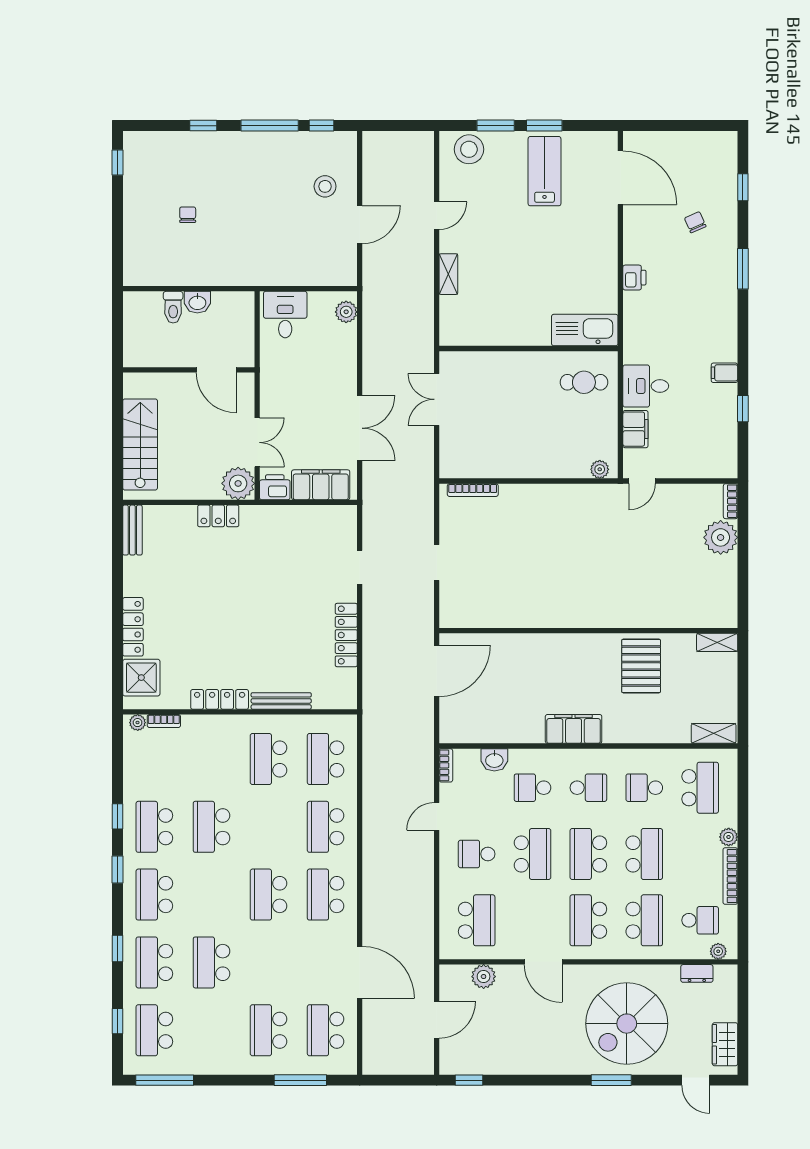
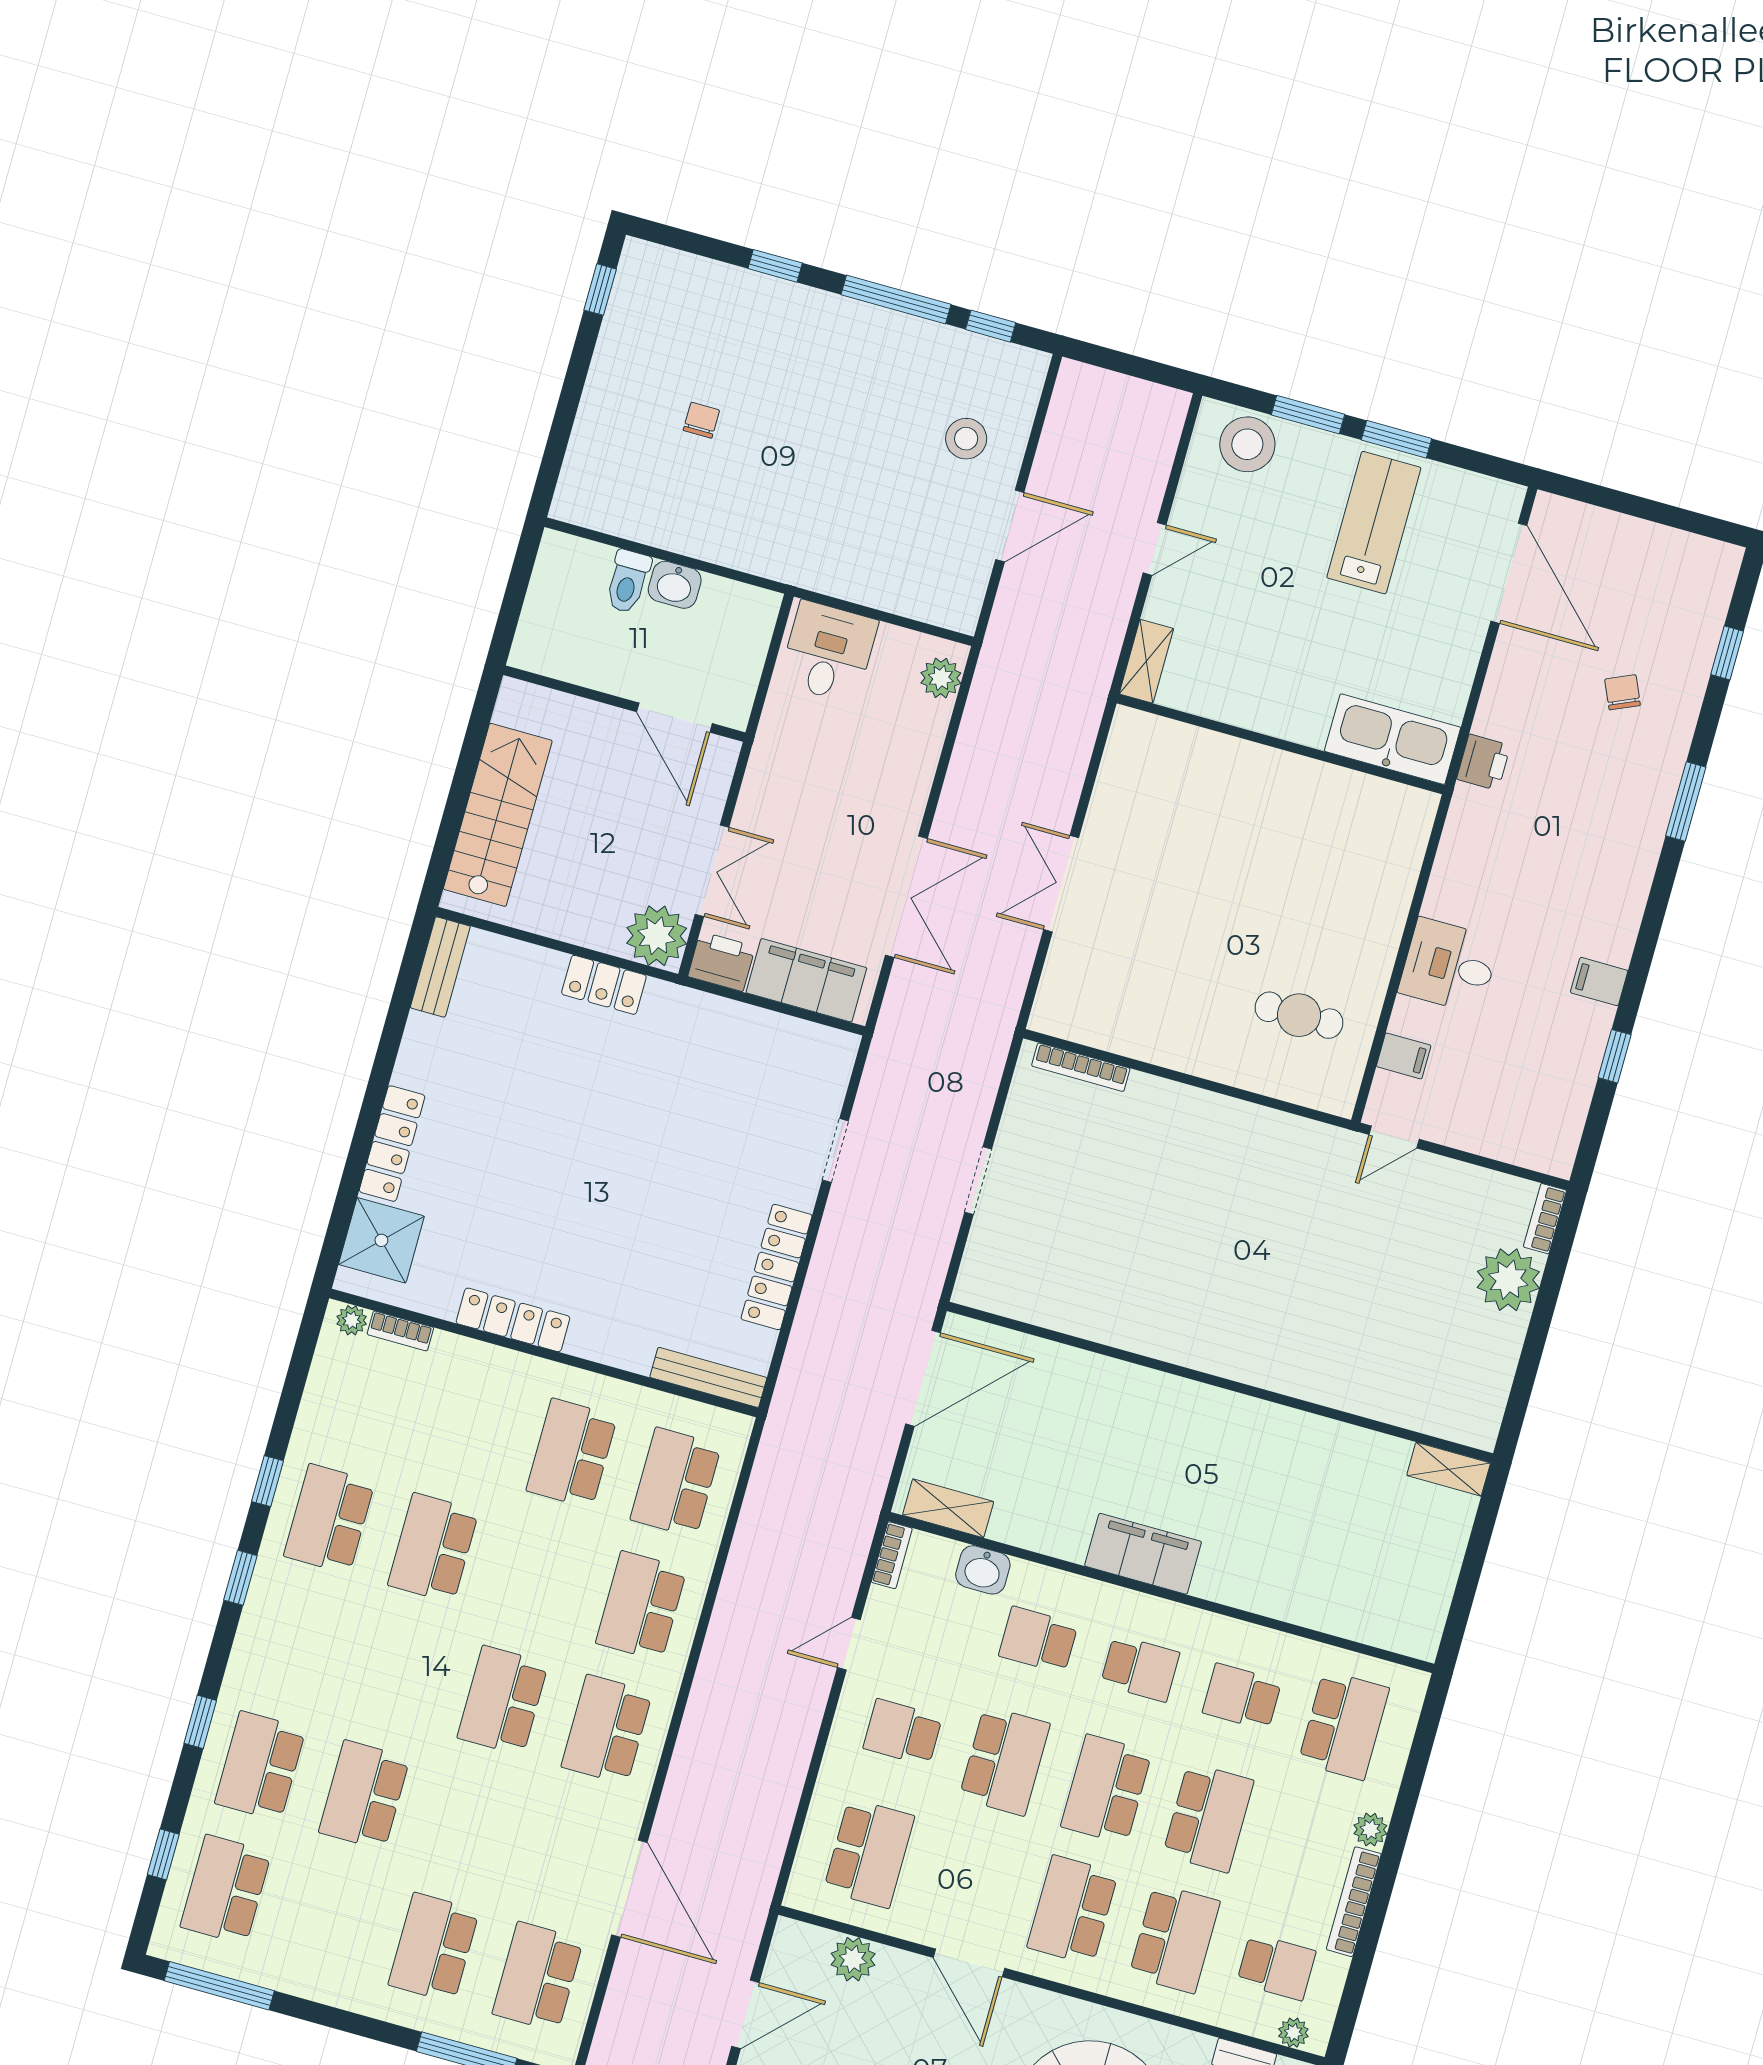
kitchen sink: (585, 330) -> (1393, 739), moved
wall: (529, 348) -> (1281, 744), moved
cafe table: (584, 382) -> (1299, 1015), moved
filing cabinet: (635, 429) -> (1404, 1056), width x0.50
plant: (600, 469) -> (1323, 1094), removed
pallet: (641, 666) -> (1298, 1473), removed
bench: (281, 701) -> (708, 1377), moved
shelving: (714, 733) -> (948, 1508), moved
school desk: (154, 895) -> (295, 1642), removed

